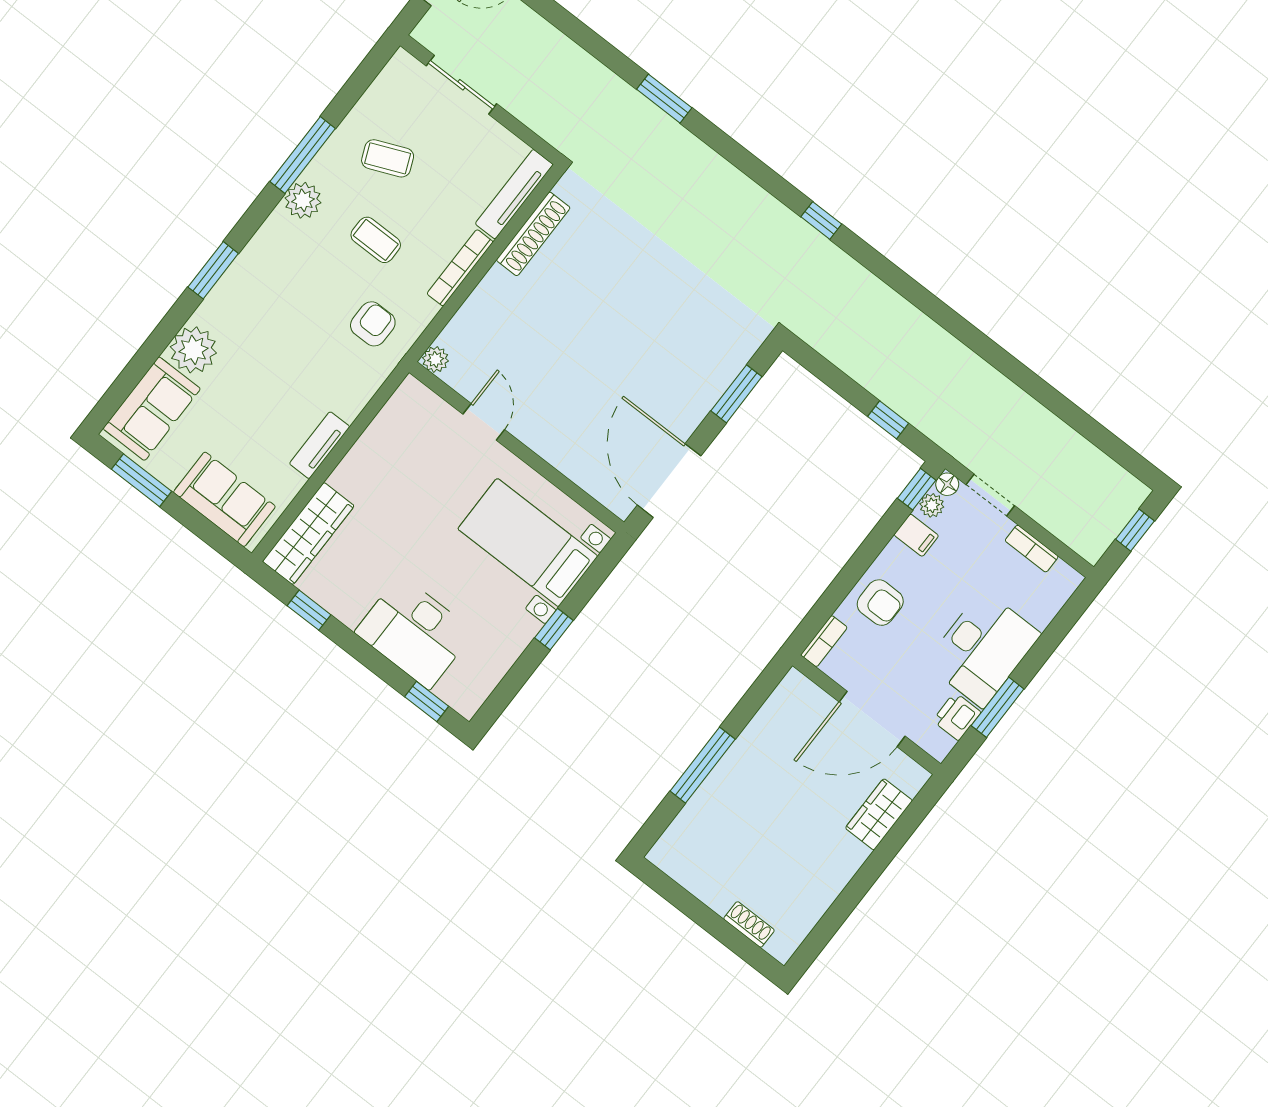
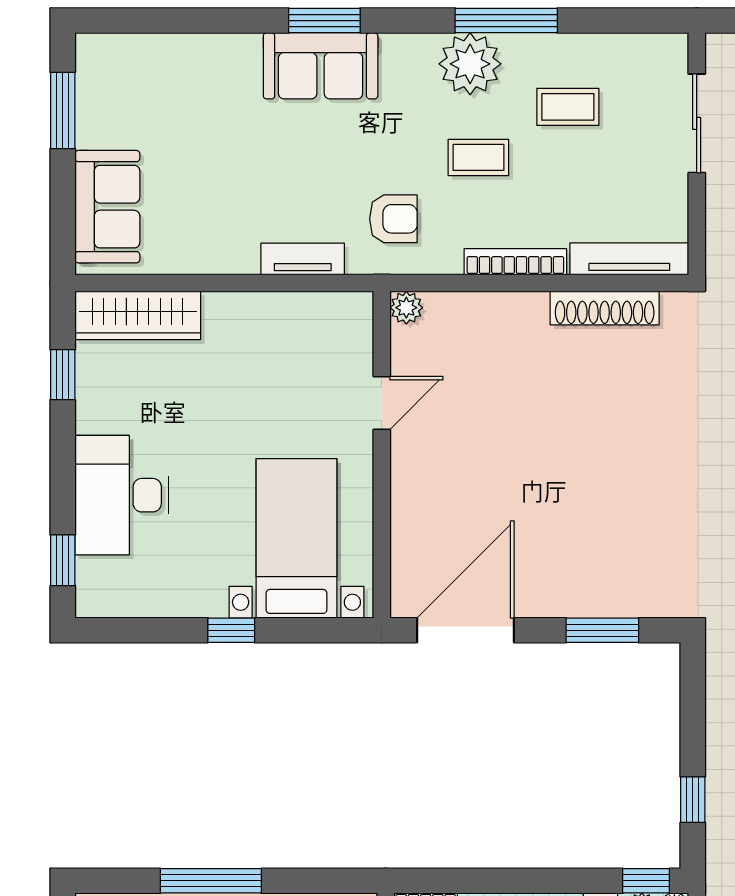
coffee table: (388, 158) -> (568, 107), turned -67
plant: (303, 200) -> (470, 64), width x1.36, depth x1.36
coffee table: (376, 240) -> (478, 157), turned 90
plant: (193, 350) -> (231, 62), removed
sofa: (152, 409) -> (321, 66), moved
tv unit: (320, 445) -> (303, 259), moved

